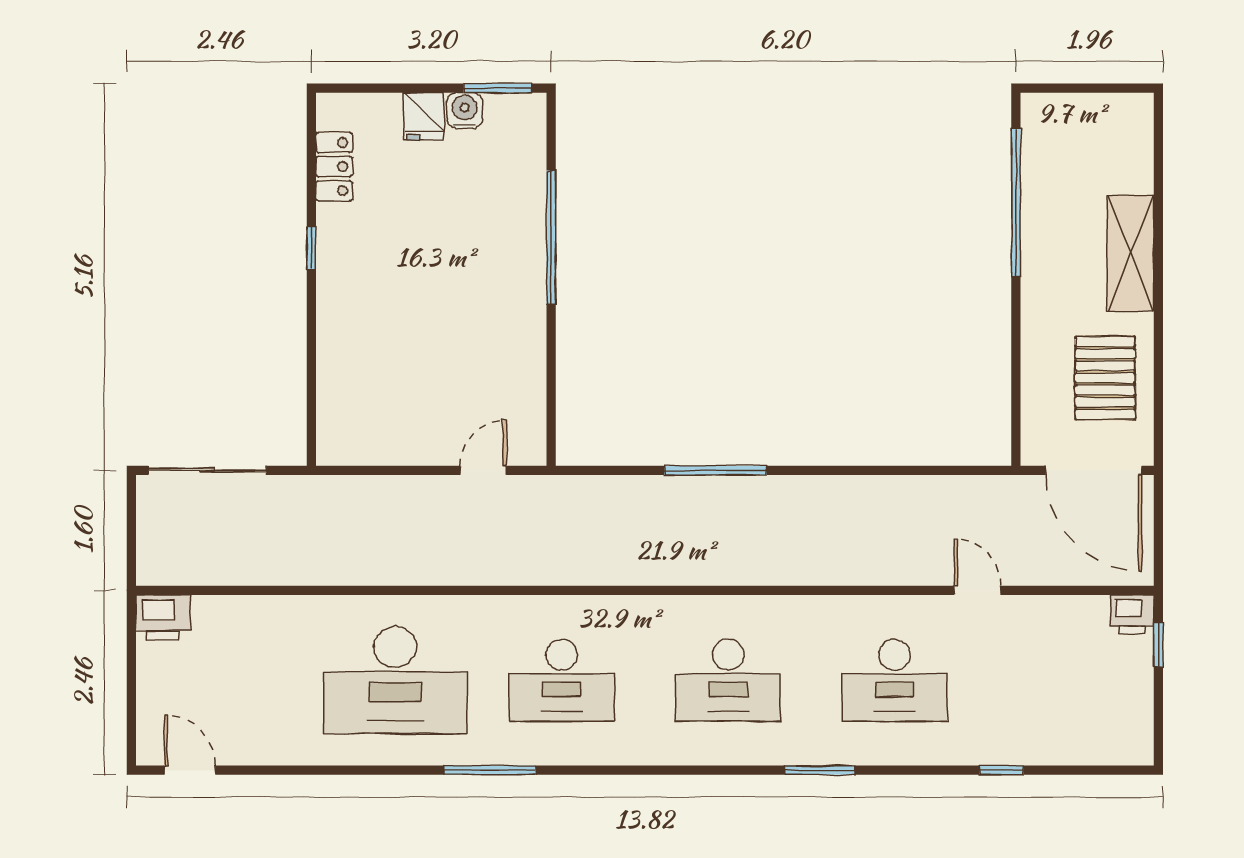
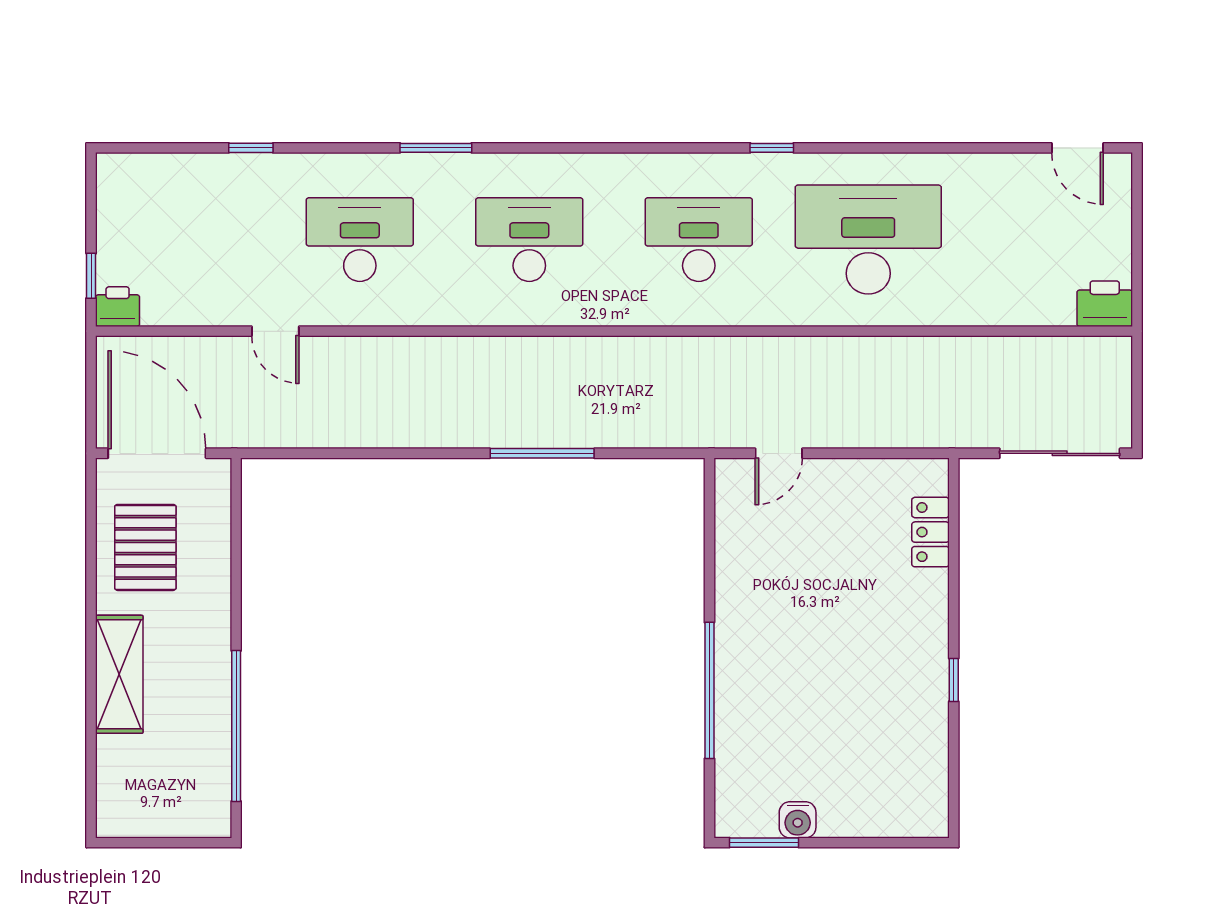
fridge: (424, 116) -> (839, 814), removed
locker: (334, 167) -> (931, 532), moved
window: (490, 770) -> (772, 148), width x0.46

